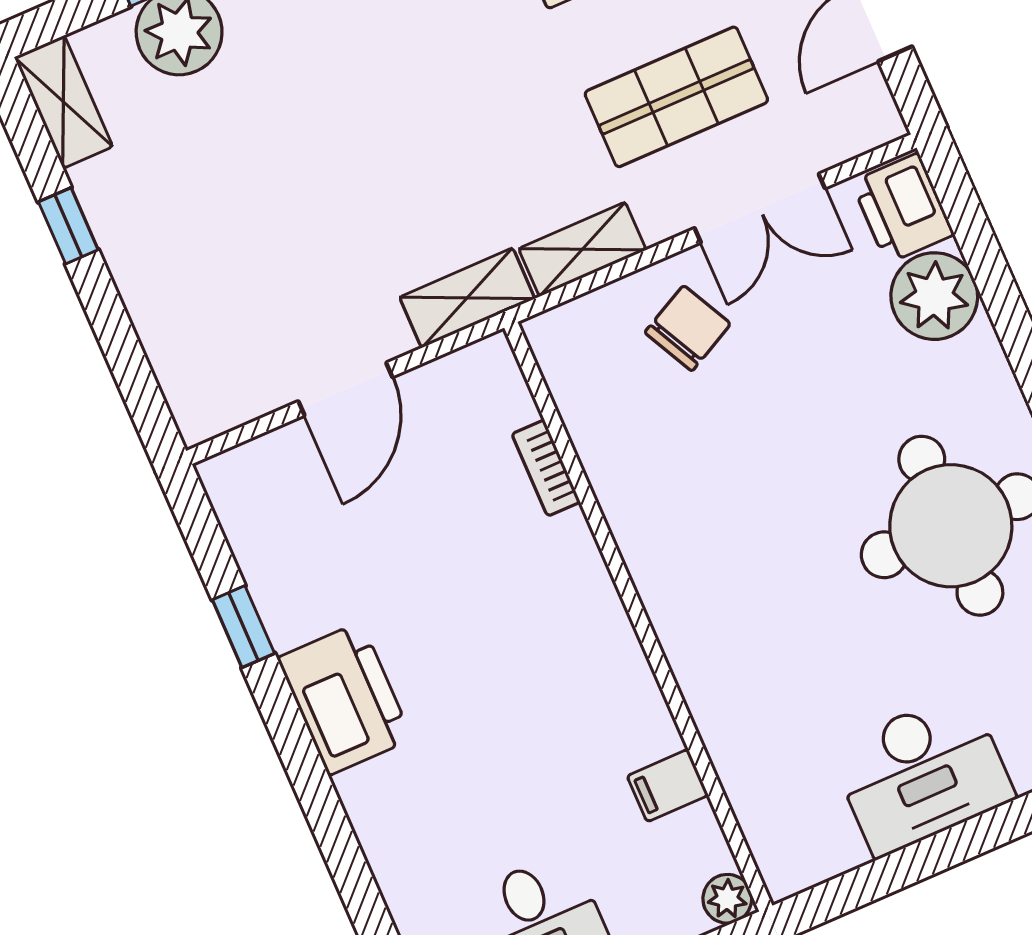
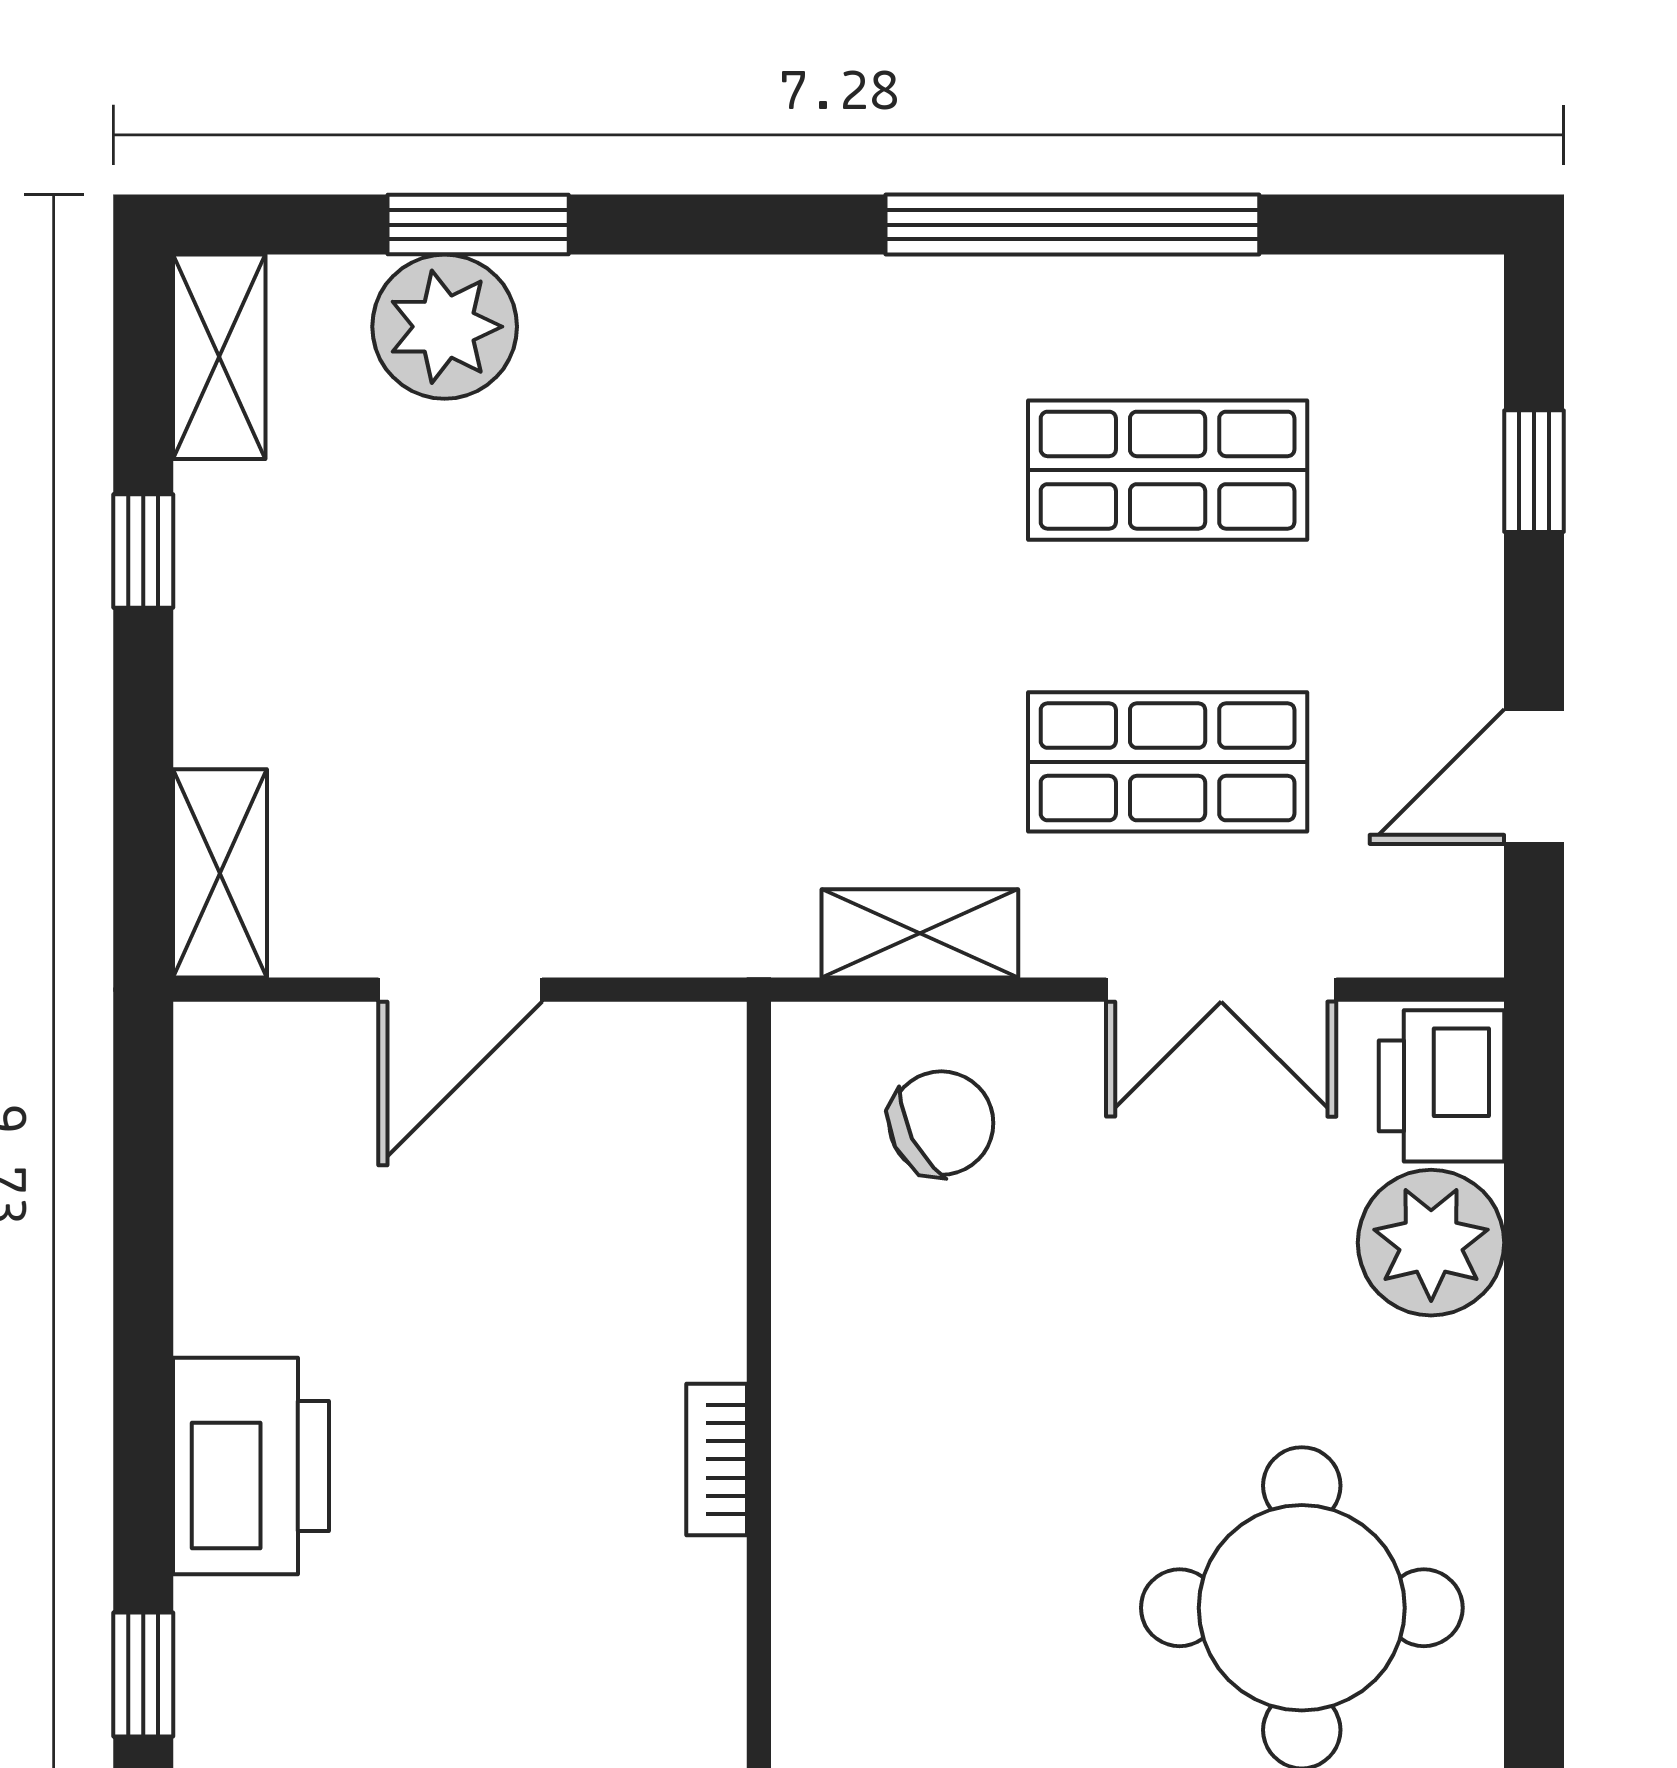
shelving: (467, 298) -> (220, 873), moved, turned 90
chair: (688, 328) -> (941, 1123), moved
bookcase: (546, 468) -> (717, 1459), moved
window: (243, 627) -> (143, 1675), moved

